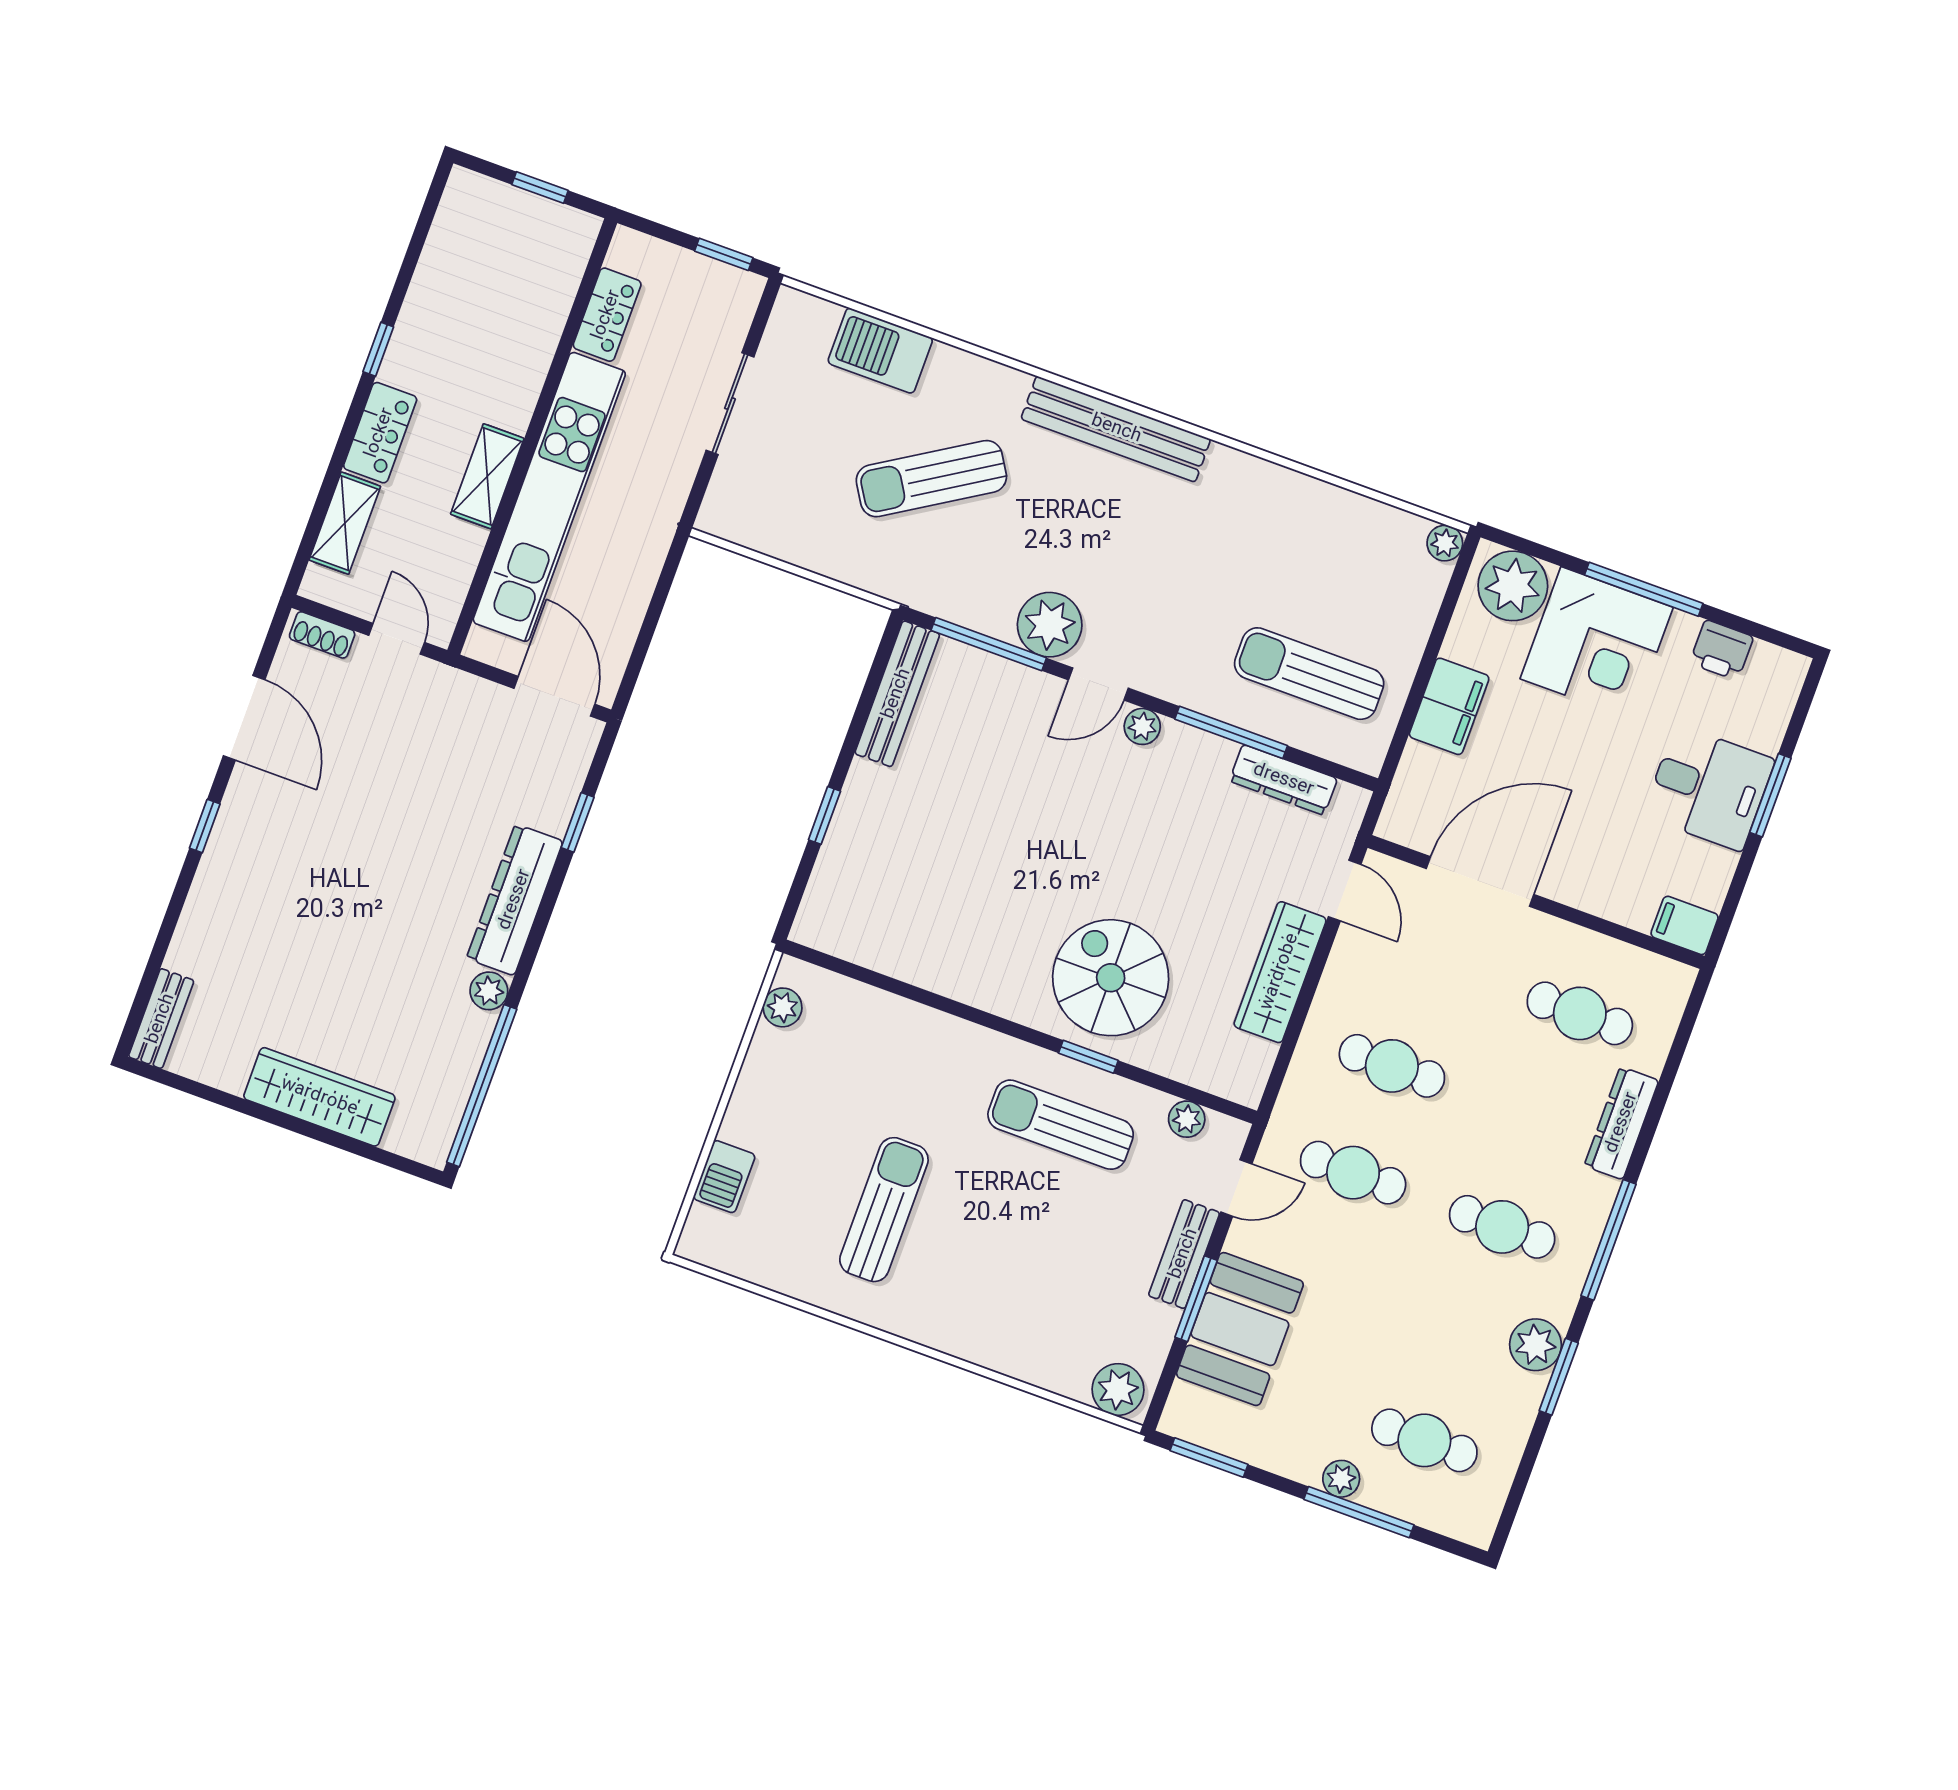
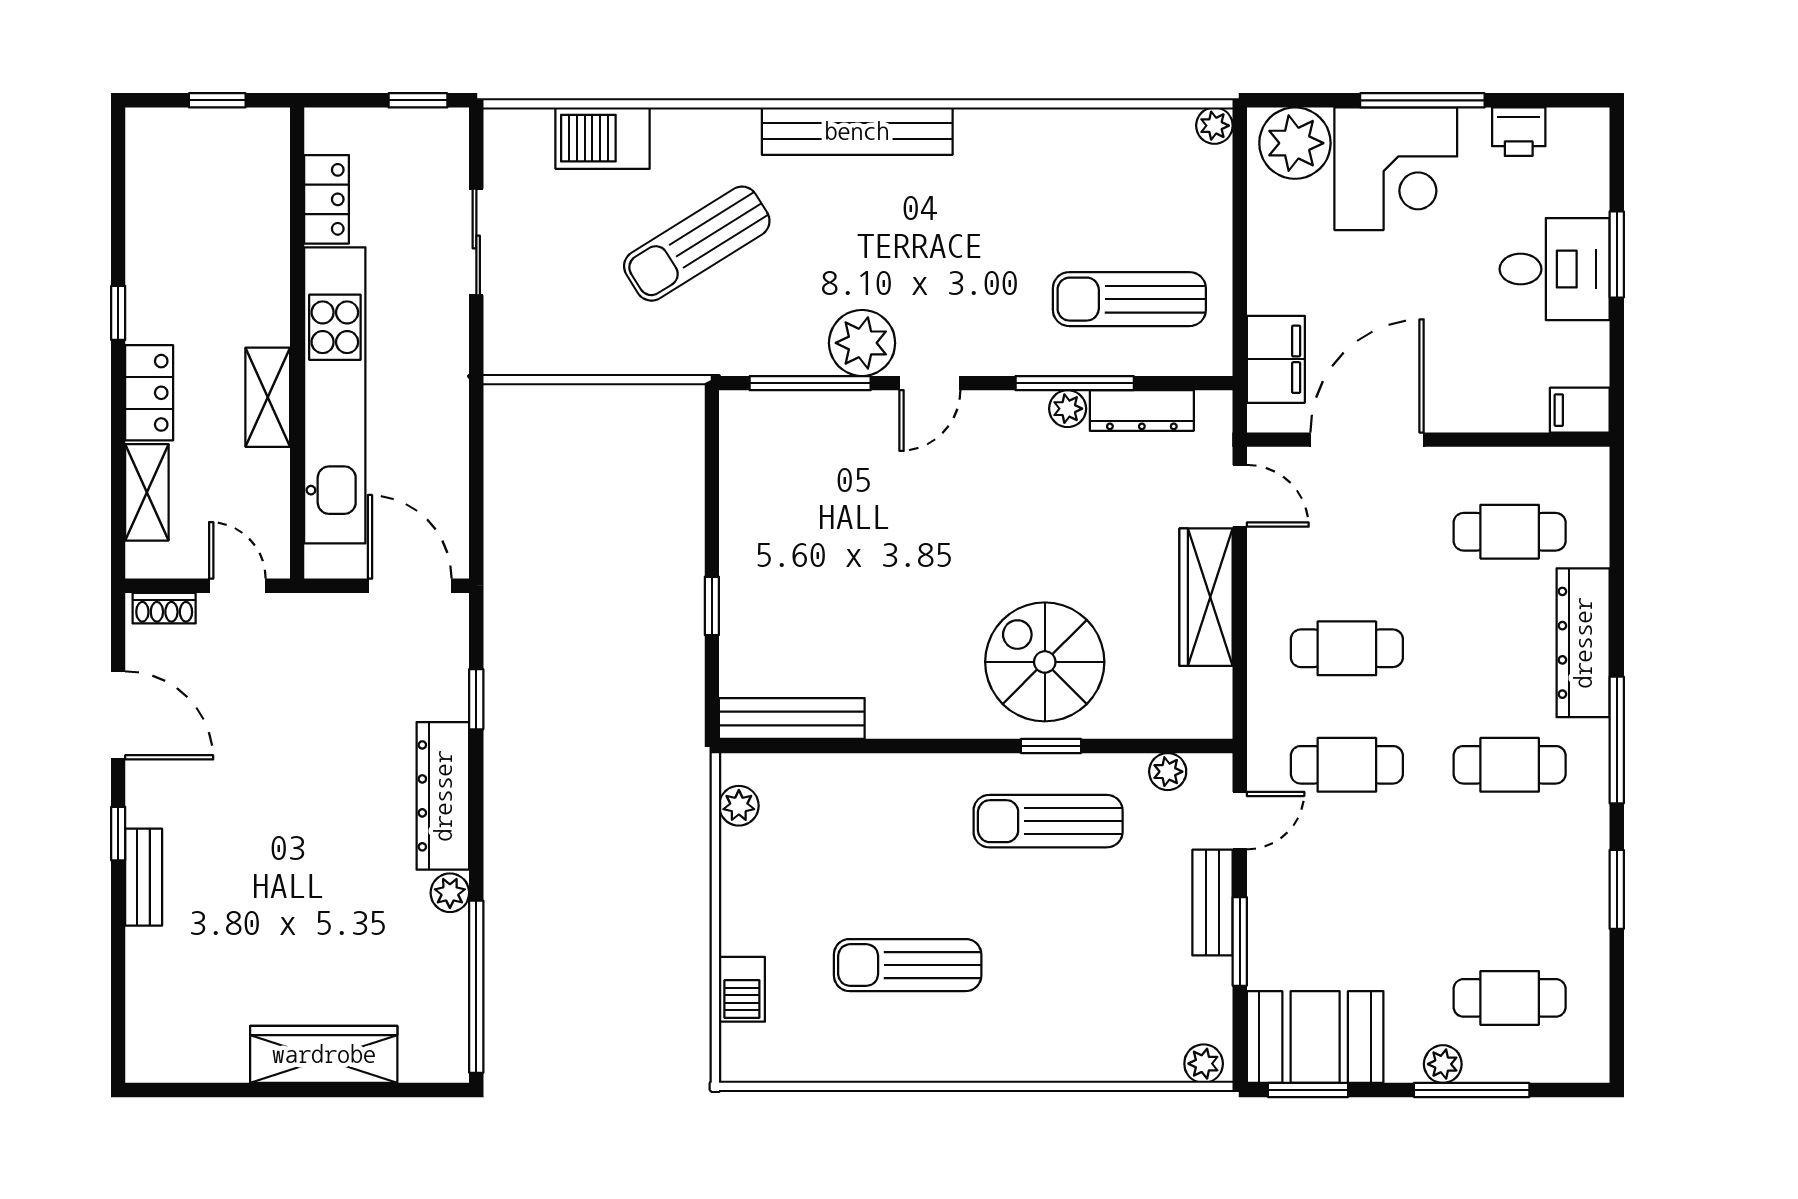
bench: (897, 694) -> (792, 718), moved, turned 90
filing cabinet: (1449, 706) -> (1276, 359), moved
plant: (1142, 726) -> (1068, 409), moved
bench: (161, 1019) -> (144, 877), moved
dresser: (1622, 1123) -> (1583, 643), width x1.37, depth x1.24
sun lounger: (884, 1210) -> (908, 965), turned -90
booth: (1240, 1329) -> (1315, 1037), moved, turned 90
plant: (1535, 1345) -> (1583, 867), removed
plant: (1118, 1390) -> (1204, 1064), width x0.73, depth x0.73

